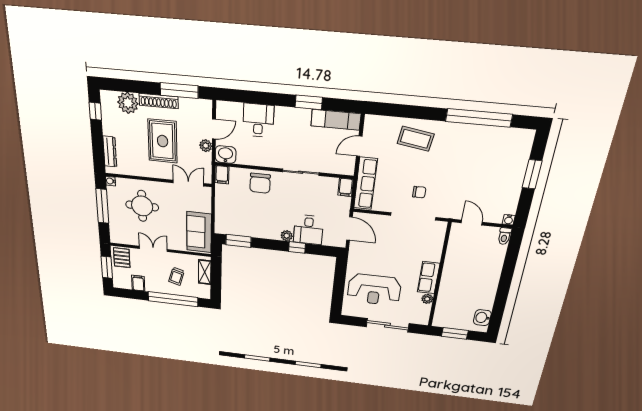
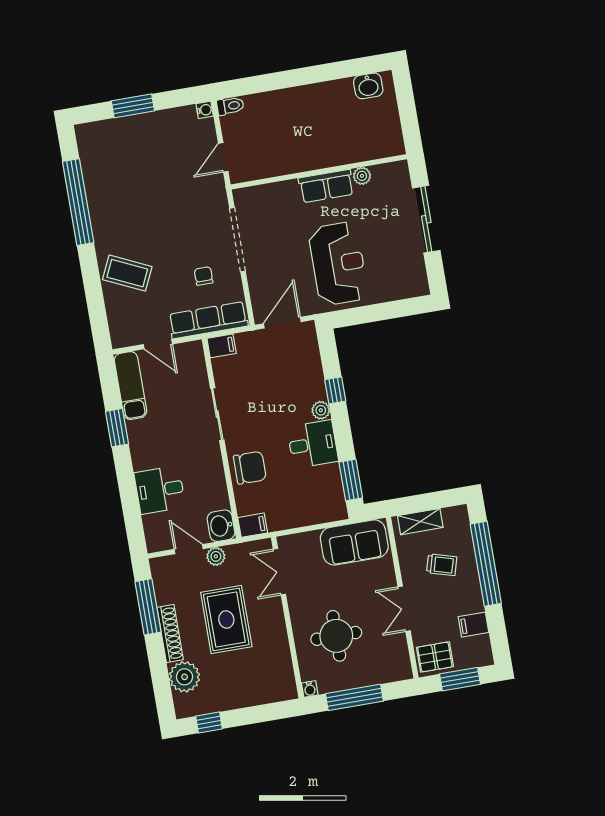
coffee table: (416, 139) -> (127, 273), turned -74
rug: (163, 141) -> (226, 620), turned 90
dresser: (110, 152) -> (264, 695), removed
chair: (419, 192) -> (204, 276), moved
desk: (308, 230) -> (313, 444), moved
reception desk: (374, 290) -> (338, 264), moved
window: (455, 333) -> (408, 115), removed

